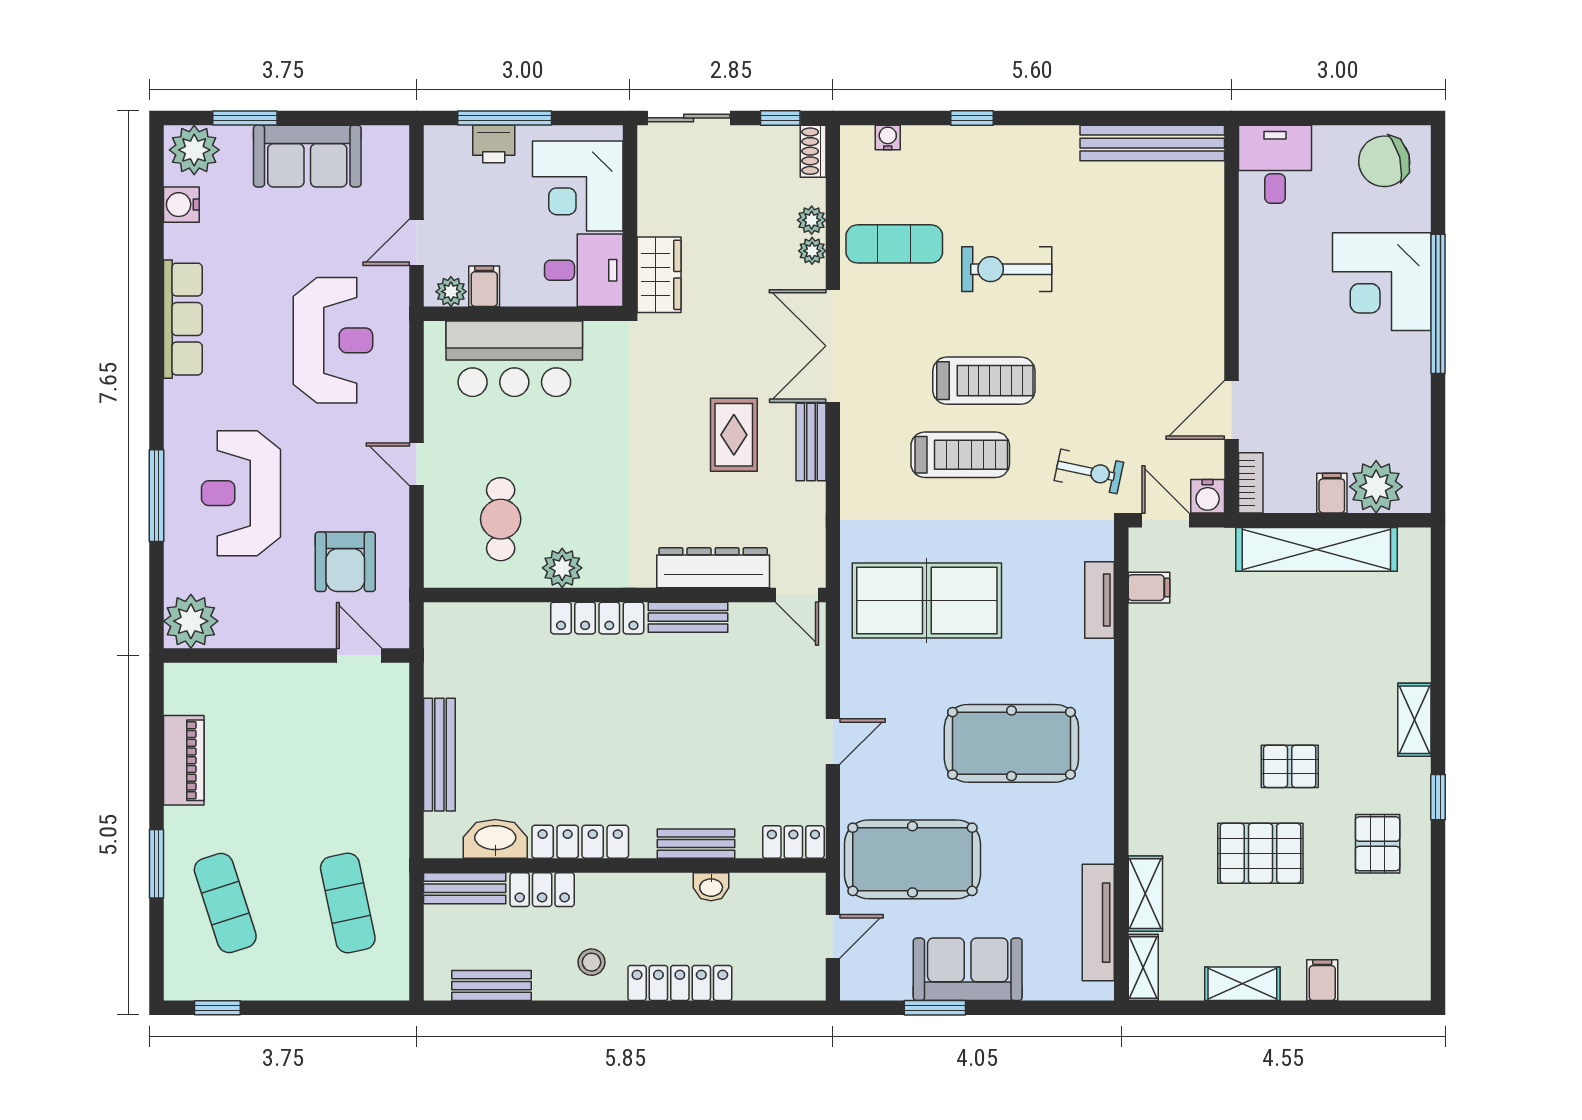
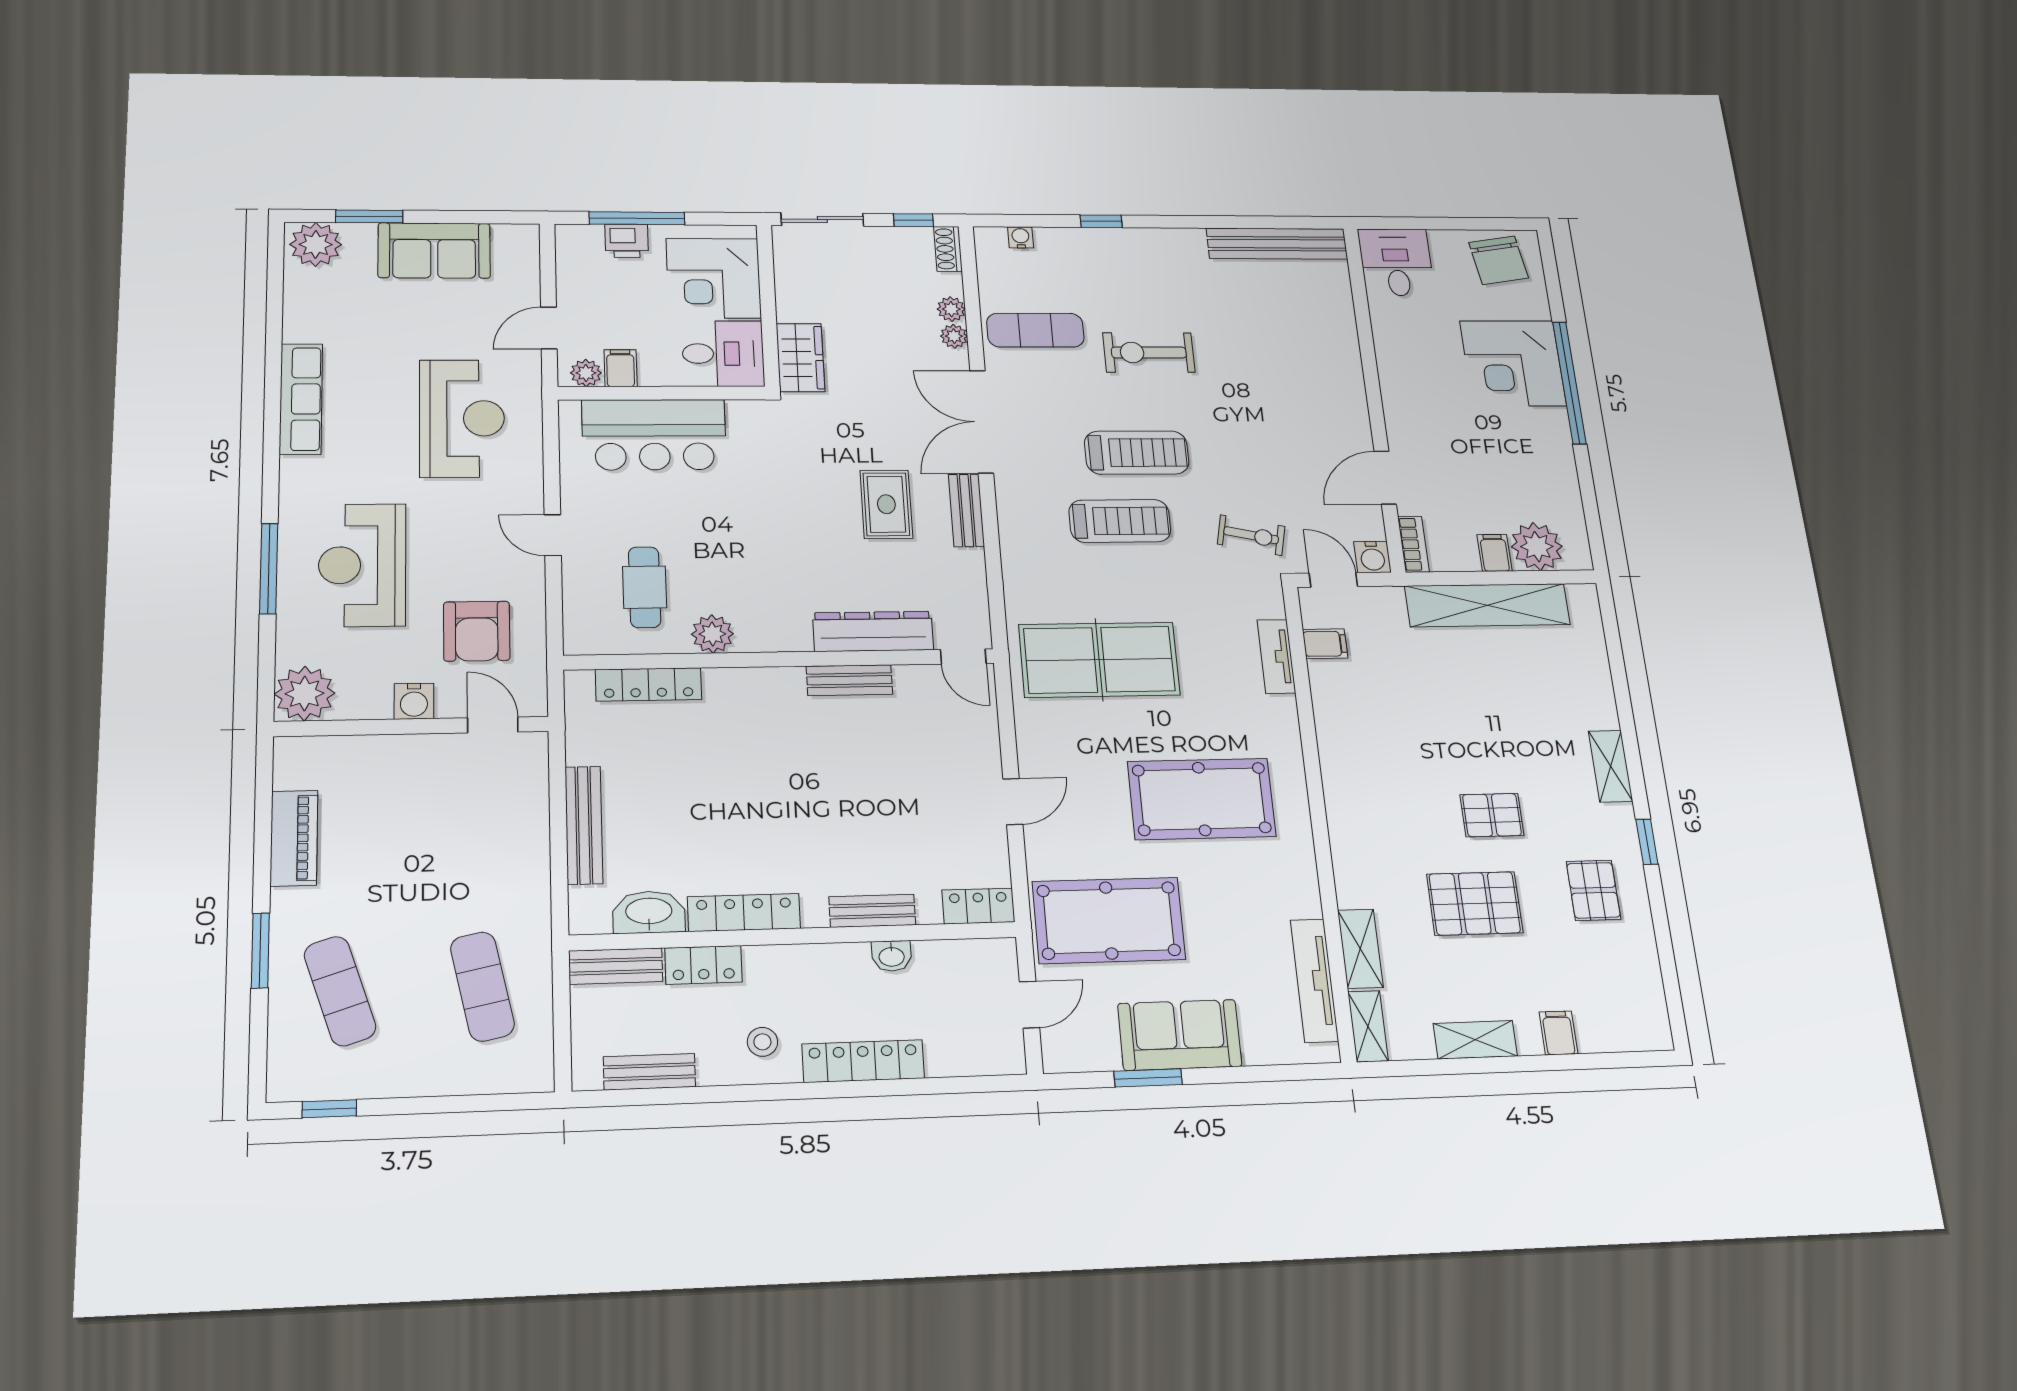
chair: (1384, 161) -> (1499, 260), turned -84
water cooler: (181, 205) -> (414, 701), moved, turned -90
locker: (597, 618) -> (648, 684), moved

